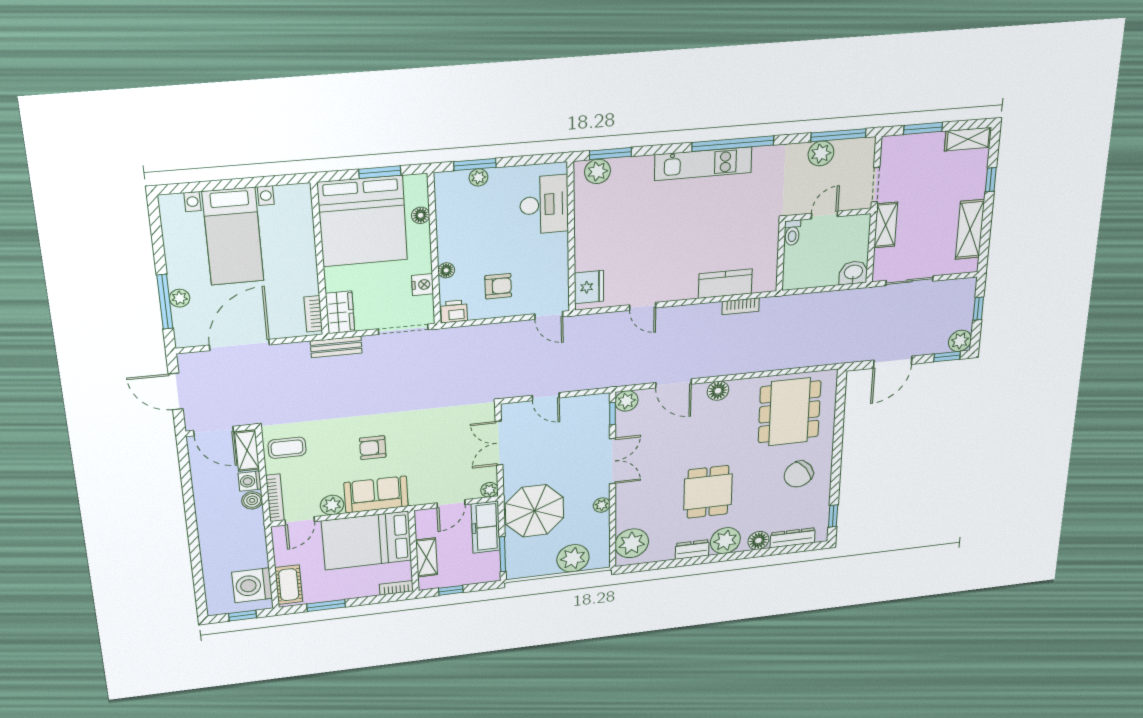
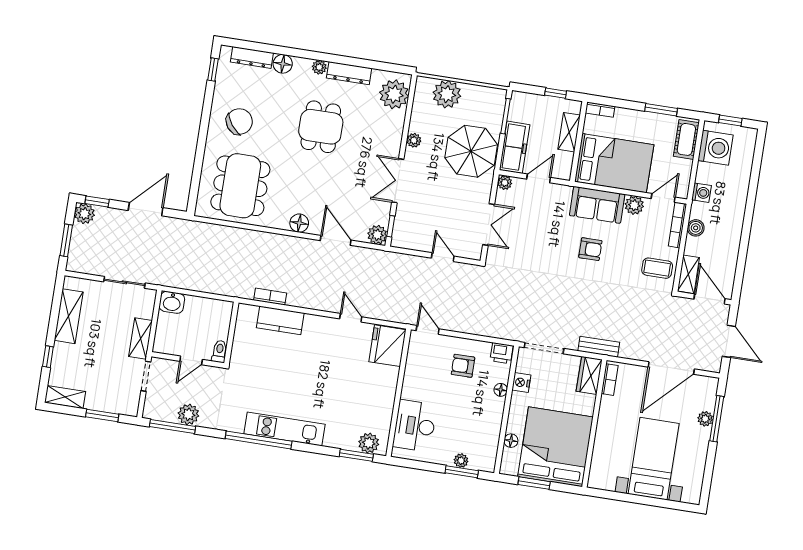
fridge: (589, 287) -> (387, 346), width x1.36, depth x1.34
window: (978, 309) -> (66, 240), width x1.50
washing machine: (250, 481) -> (702, 193), moved
plant: (725, 541) -> (319, 67), width x0.53, depth x0.53
dresser: (692, 549) -> (349, 73), width x1.44

